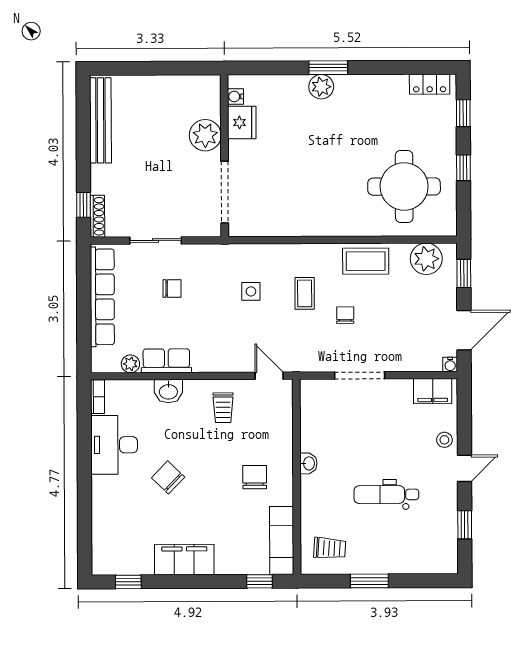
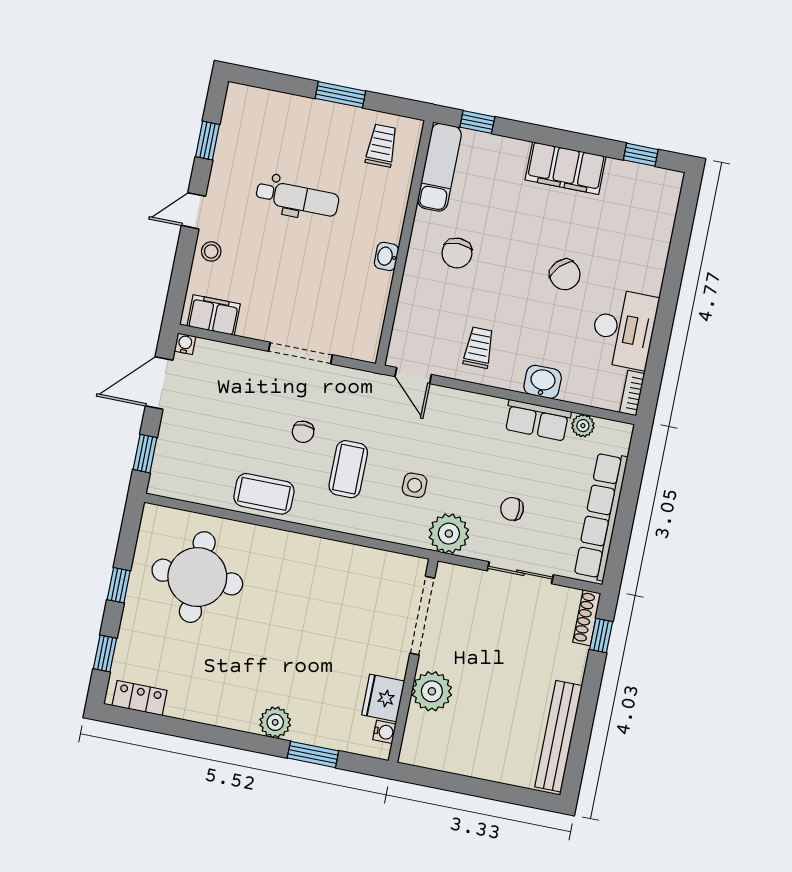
window: (328, 68) -> (313, 754), moved
plant: (426, 259) -> (449, 534), moved
coffee table: (305, 293) -> (348, 469), width x1.36, depth x1.30
trolley: (330, 548) -> (382, 146), turned 86

